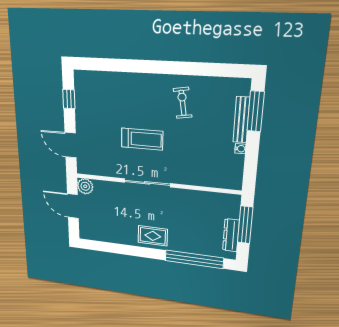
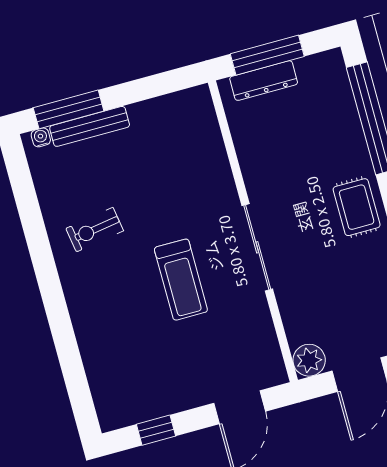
treadmill: (142, 139) -> (181, 280), turned 180
water cooler: (240, 149) -> (41, 137), moved
dresser: (231, 235) -> (264, 81), moved

